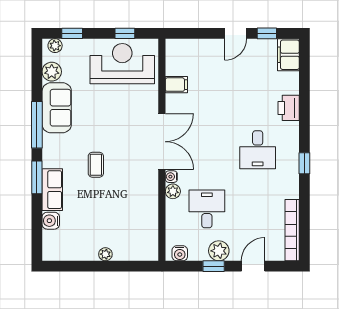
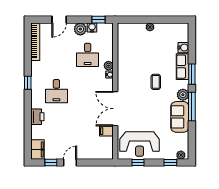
plant: (52, 72) -> (183, 95), moved
double door: (162, 142) -> (115, 109), moved
desk: (258, 150) -> (56, 91), turned 180
water cooler: (180, 253) -> (92, 28), moved
window: (214, 266) -> (99, 20), moved

